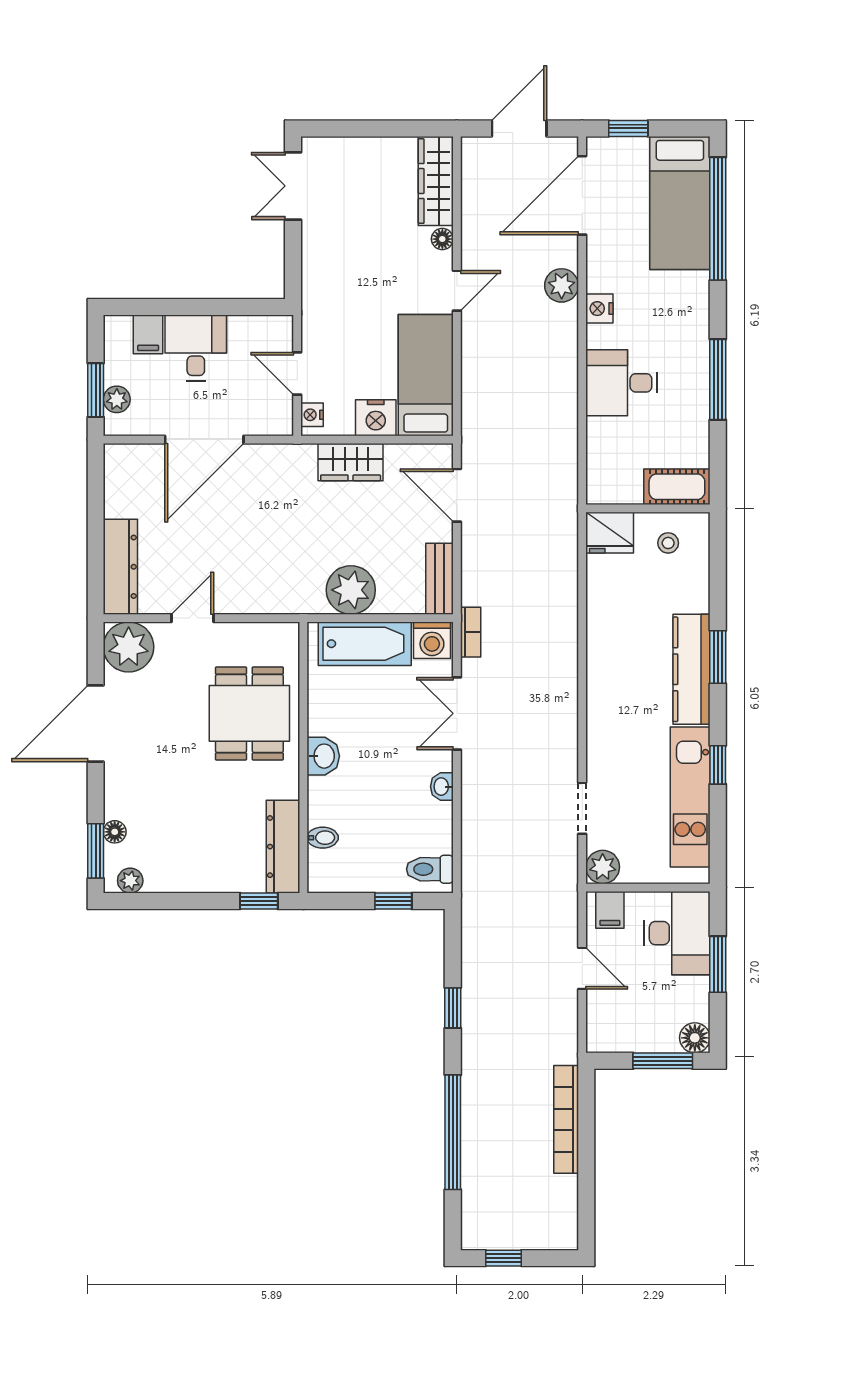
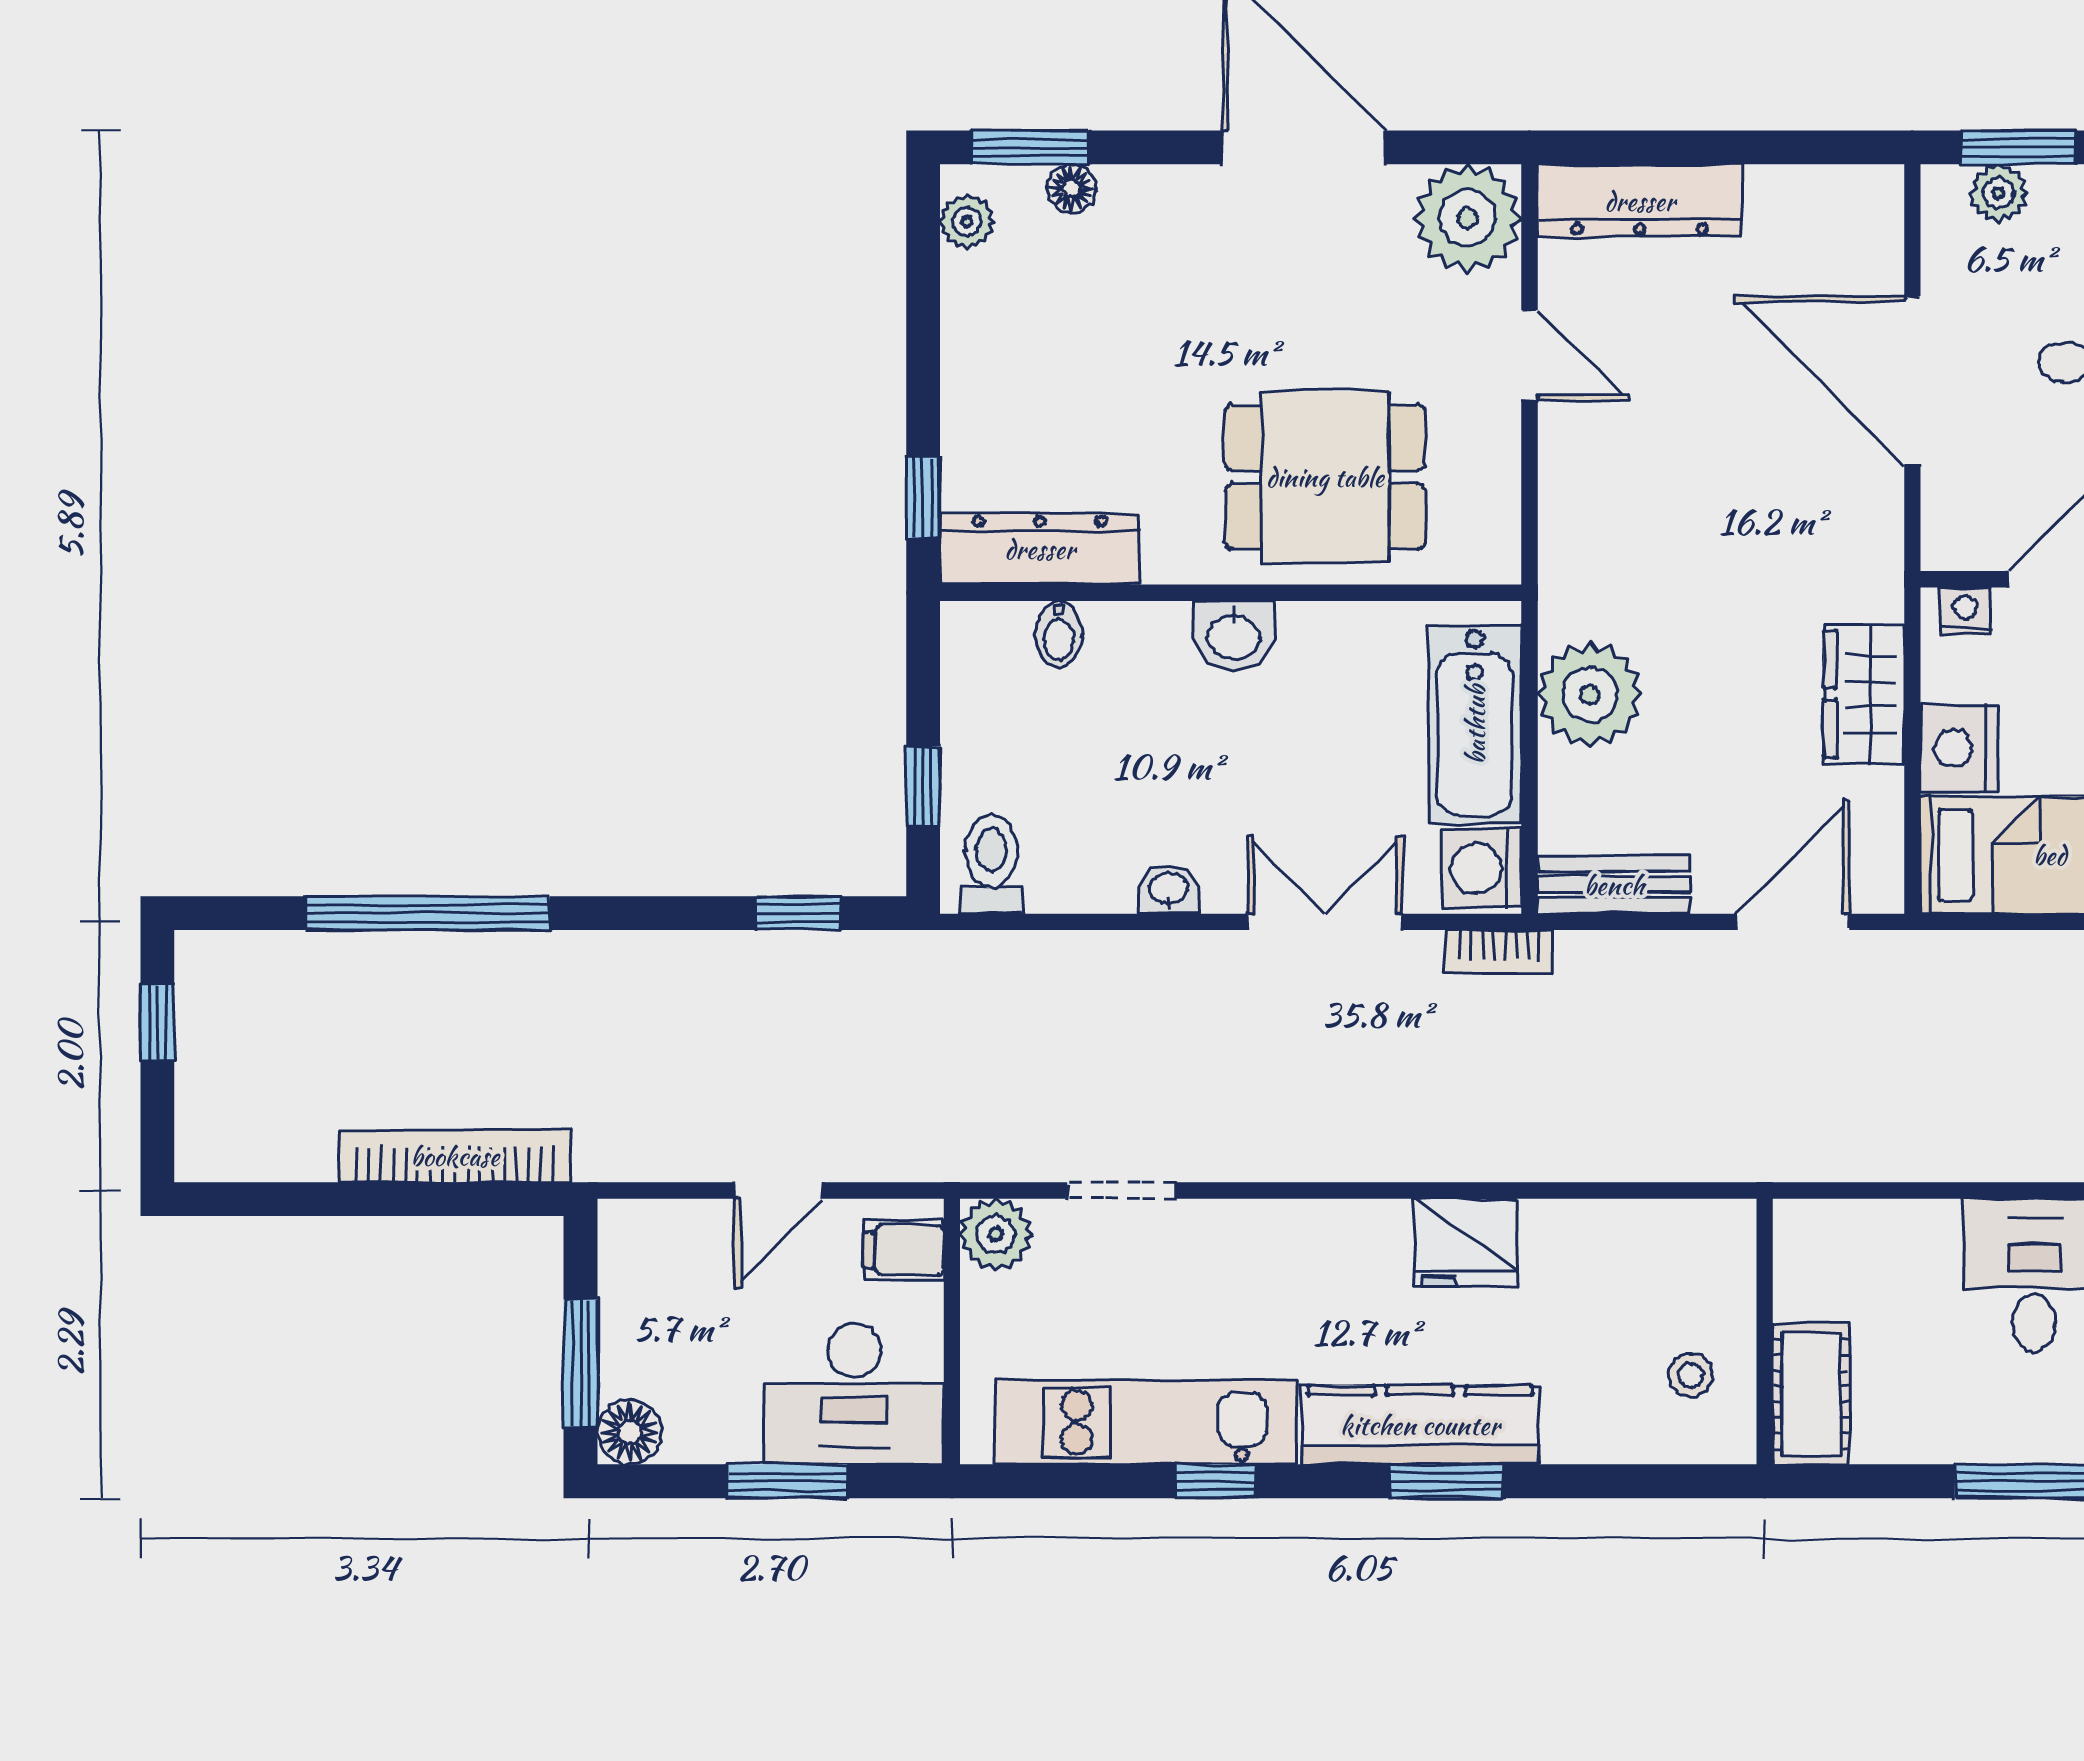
fridge: (610, 533) -> (1466, 1242), moved, turned -90
window: (453, 1008) -> (798, 913), moved

